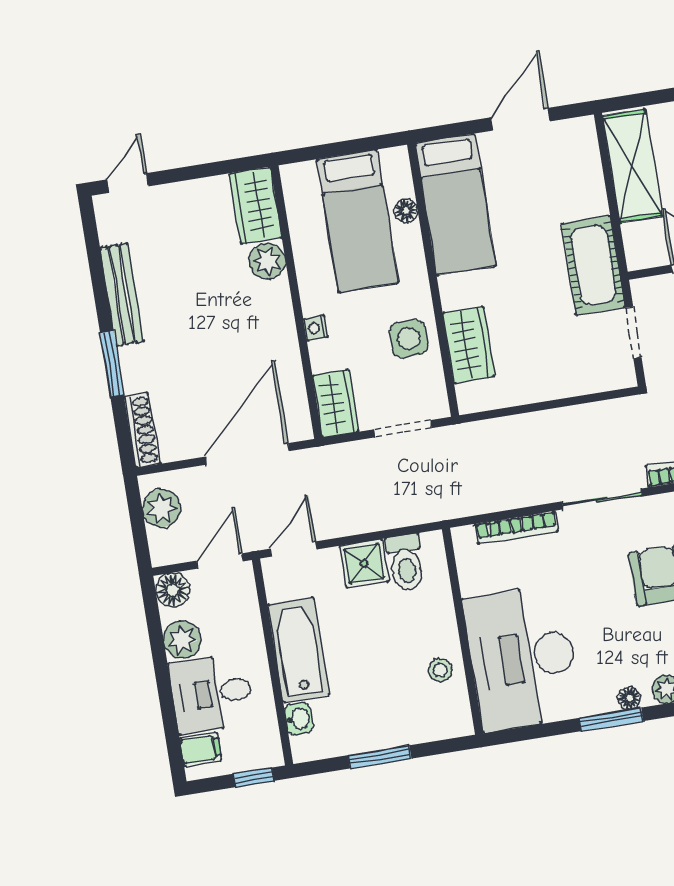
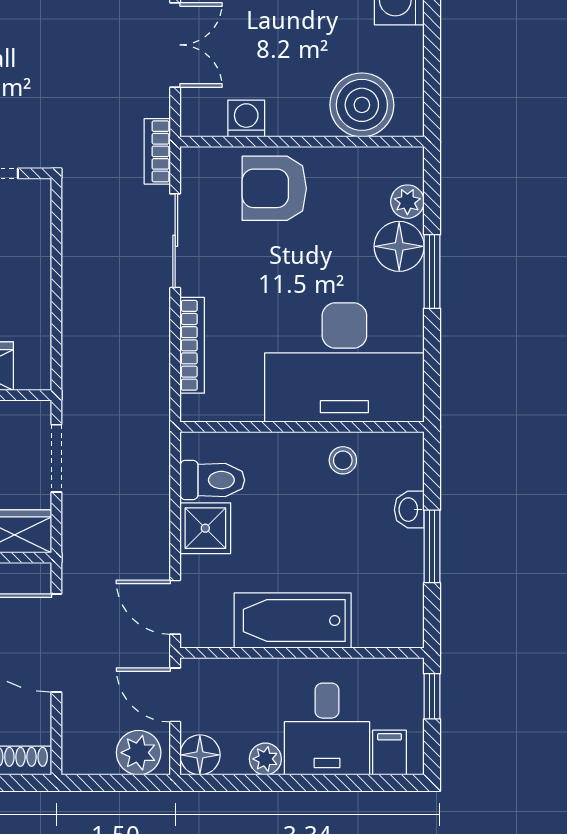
plant: (161, 508) -> (139, 753), moved
plant: (182, 640) -> (265, 759), width x0.73, depth x0.73
floor lamp: (629, 698) -> (399, 246), width x1.89, depth x1.89
washbasin: (299, 719) -> (409, 510), moved, turned -90

